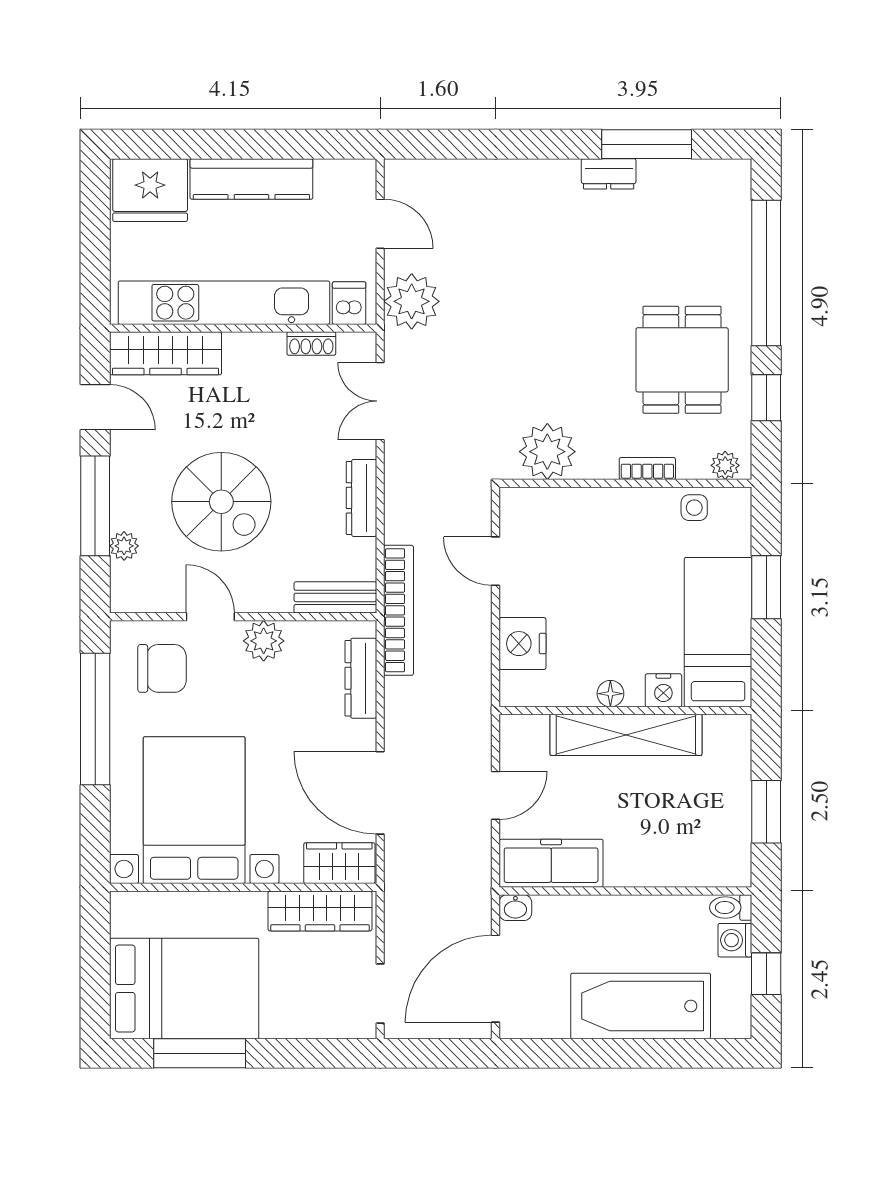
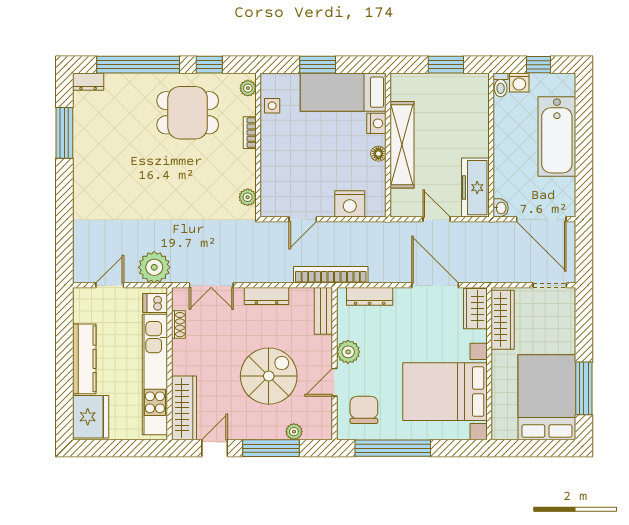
dresser: (609, 174) -> (88, 82), moved, turned 90
plant: (547, 452) -> (248, 197), width x0.53, depth x0.53
door: (380, 793) -> (435, 285), swing flipped

